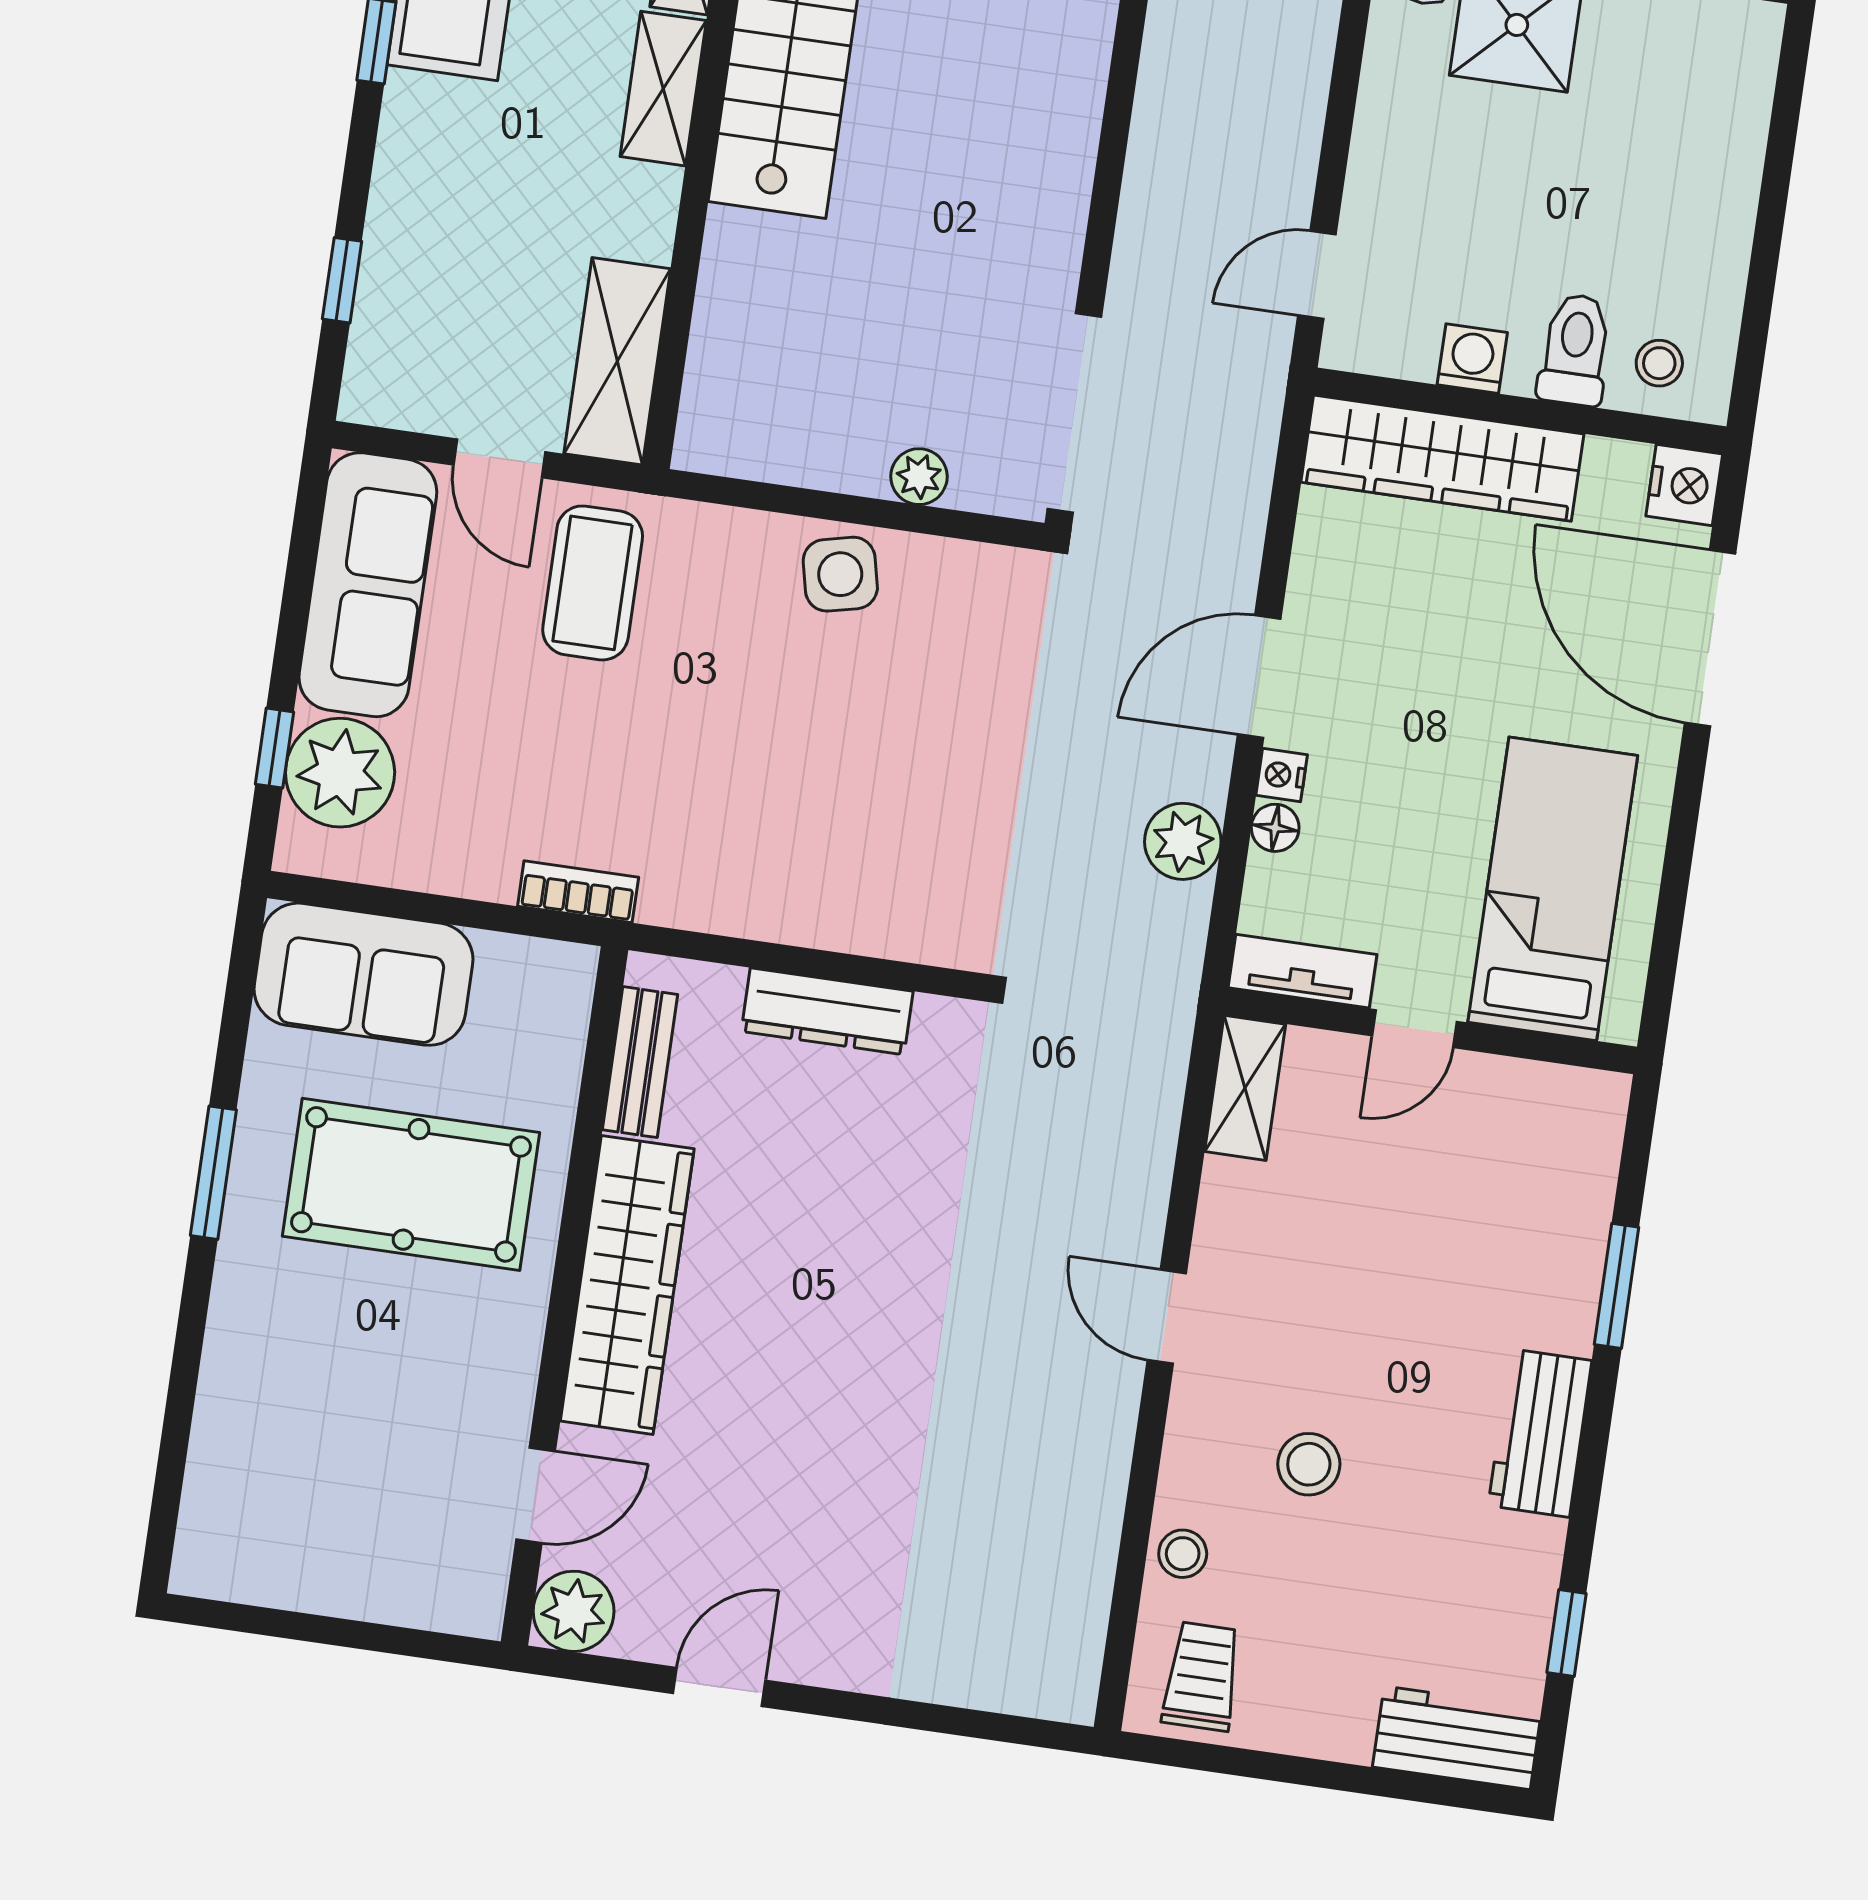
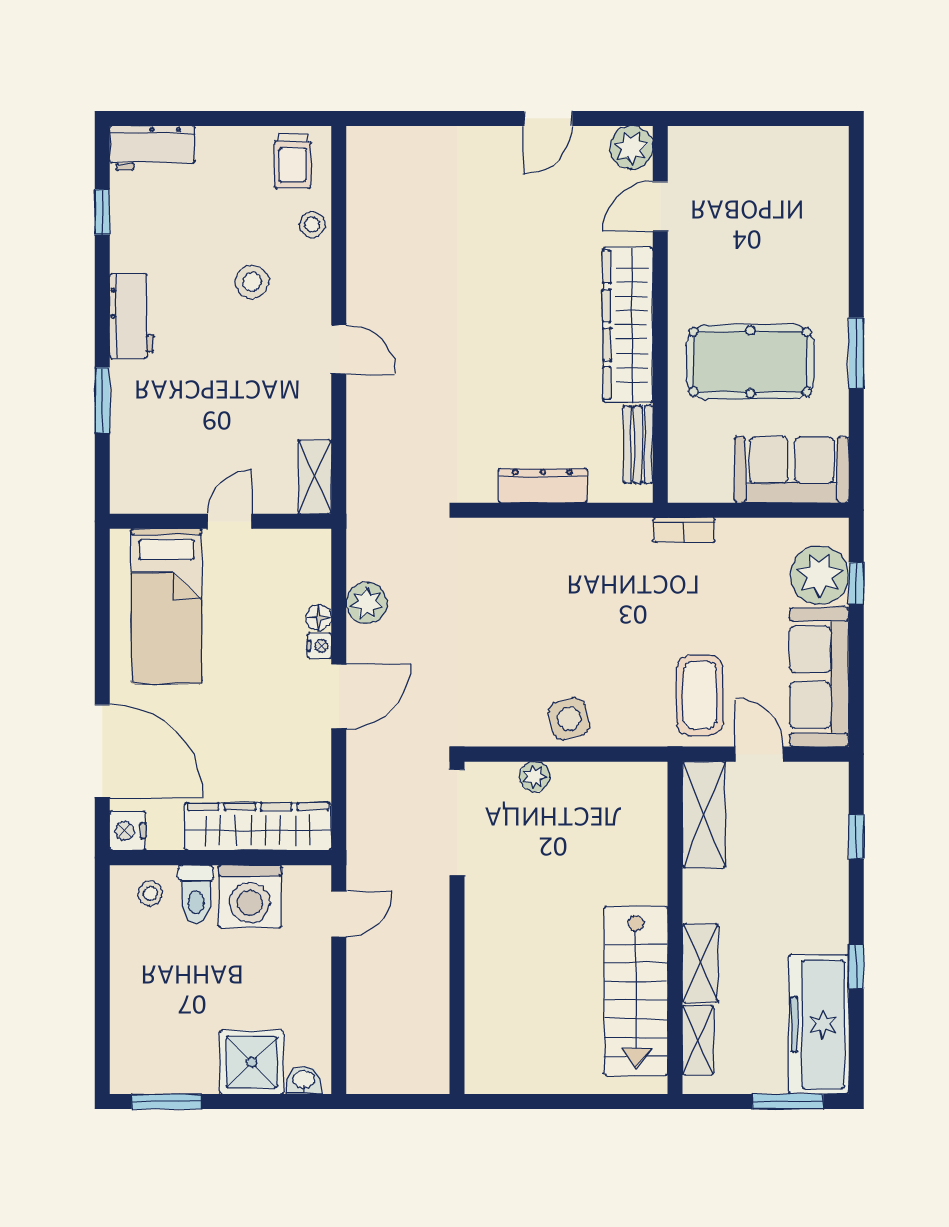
washing machine: (1472, 359) -> (250, 896), width x1.89, depth x1.89
tv unit: (1302, 971) -> (293, 543), removed

